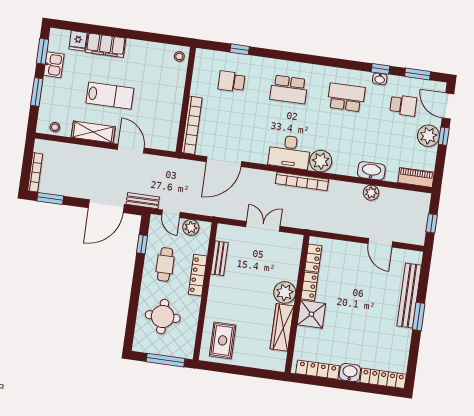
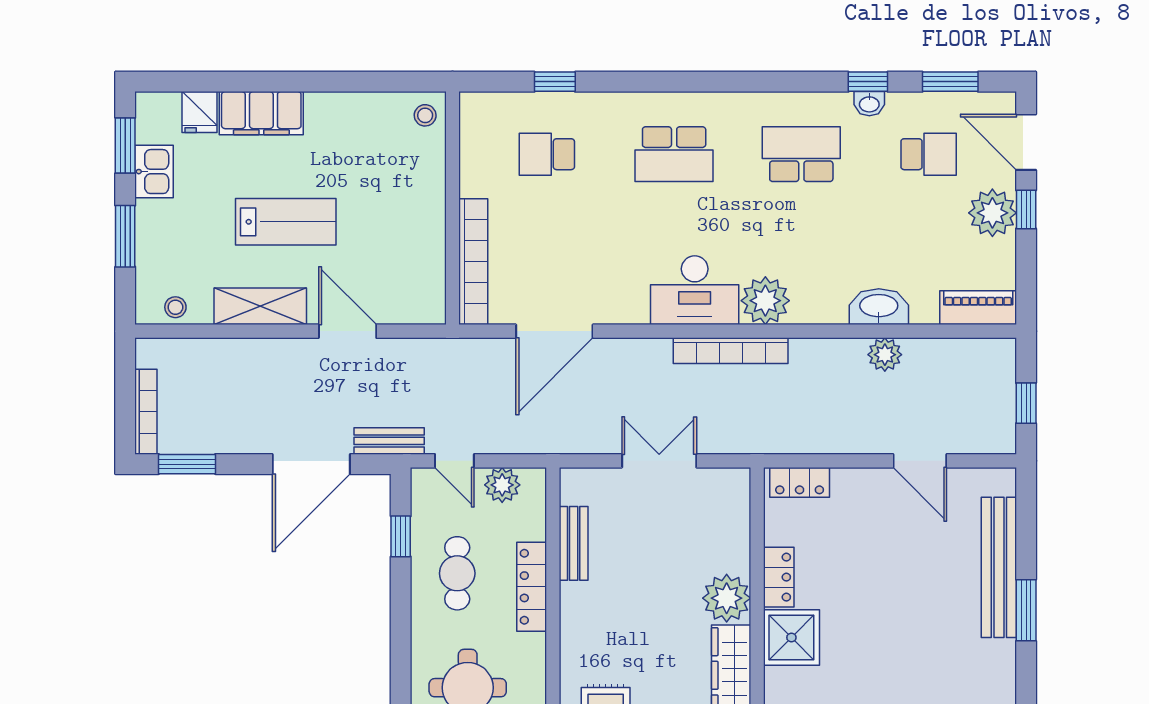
locker: (313, 258) -> (800, 482), moved, turned 90

